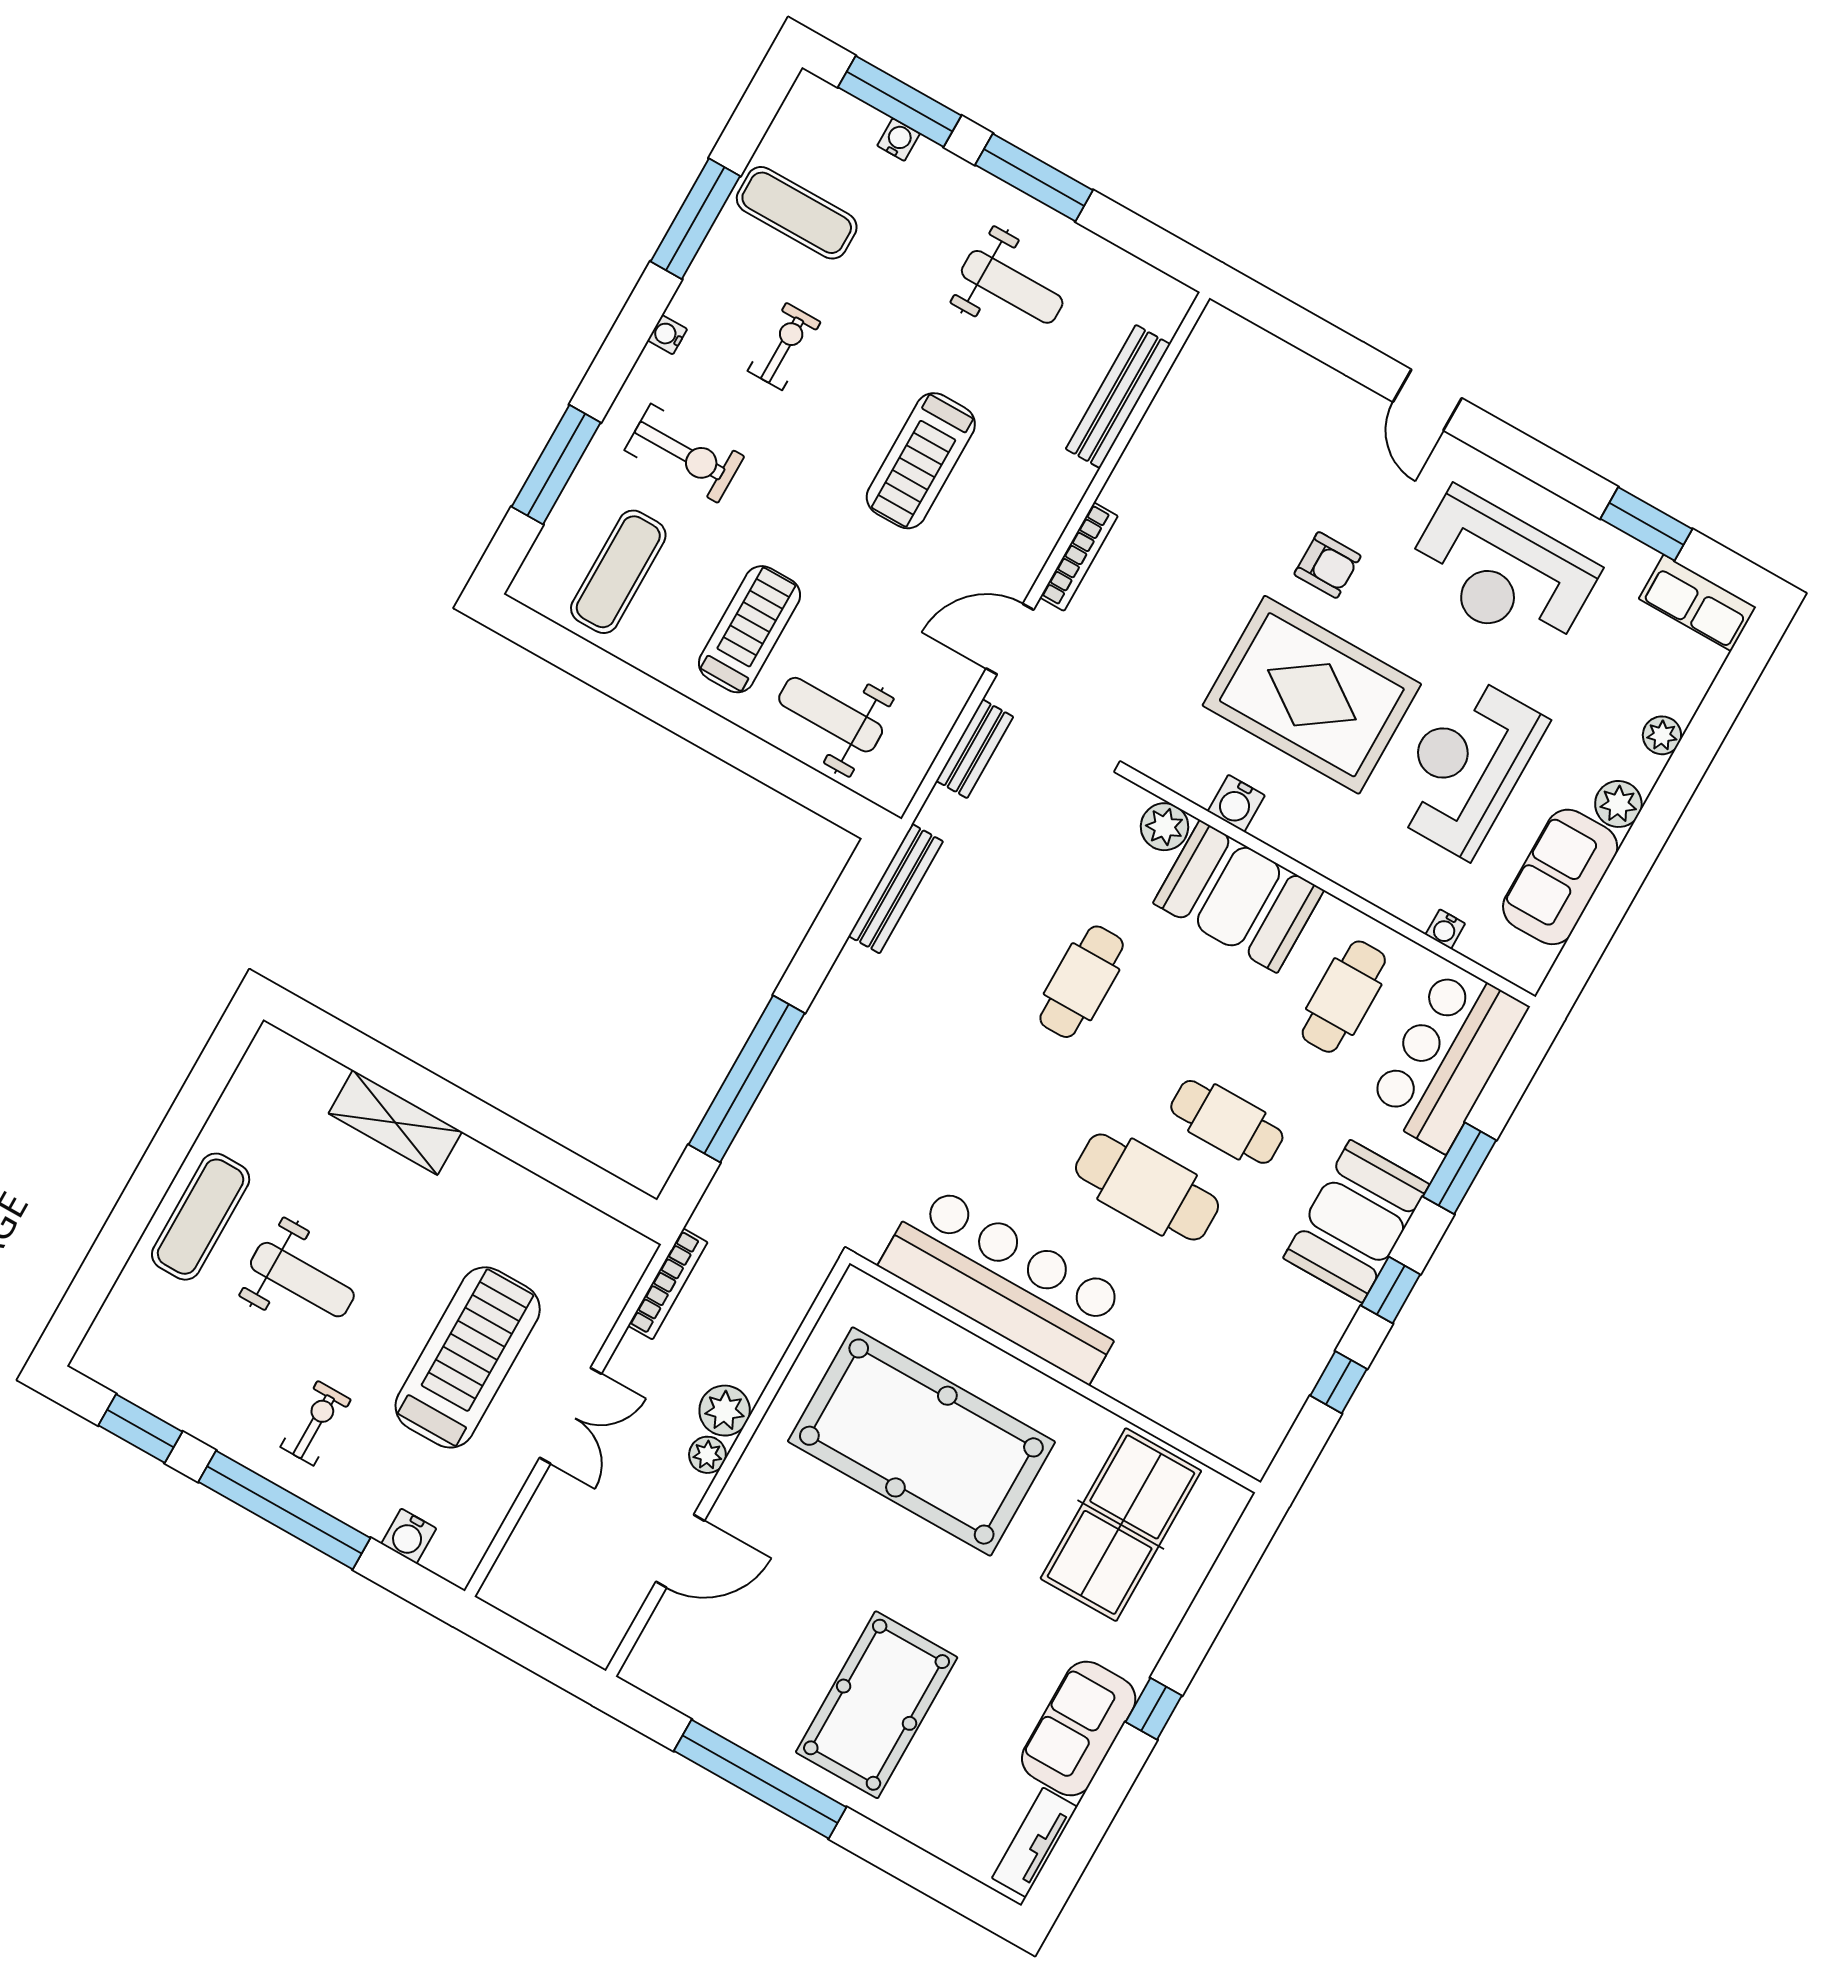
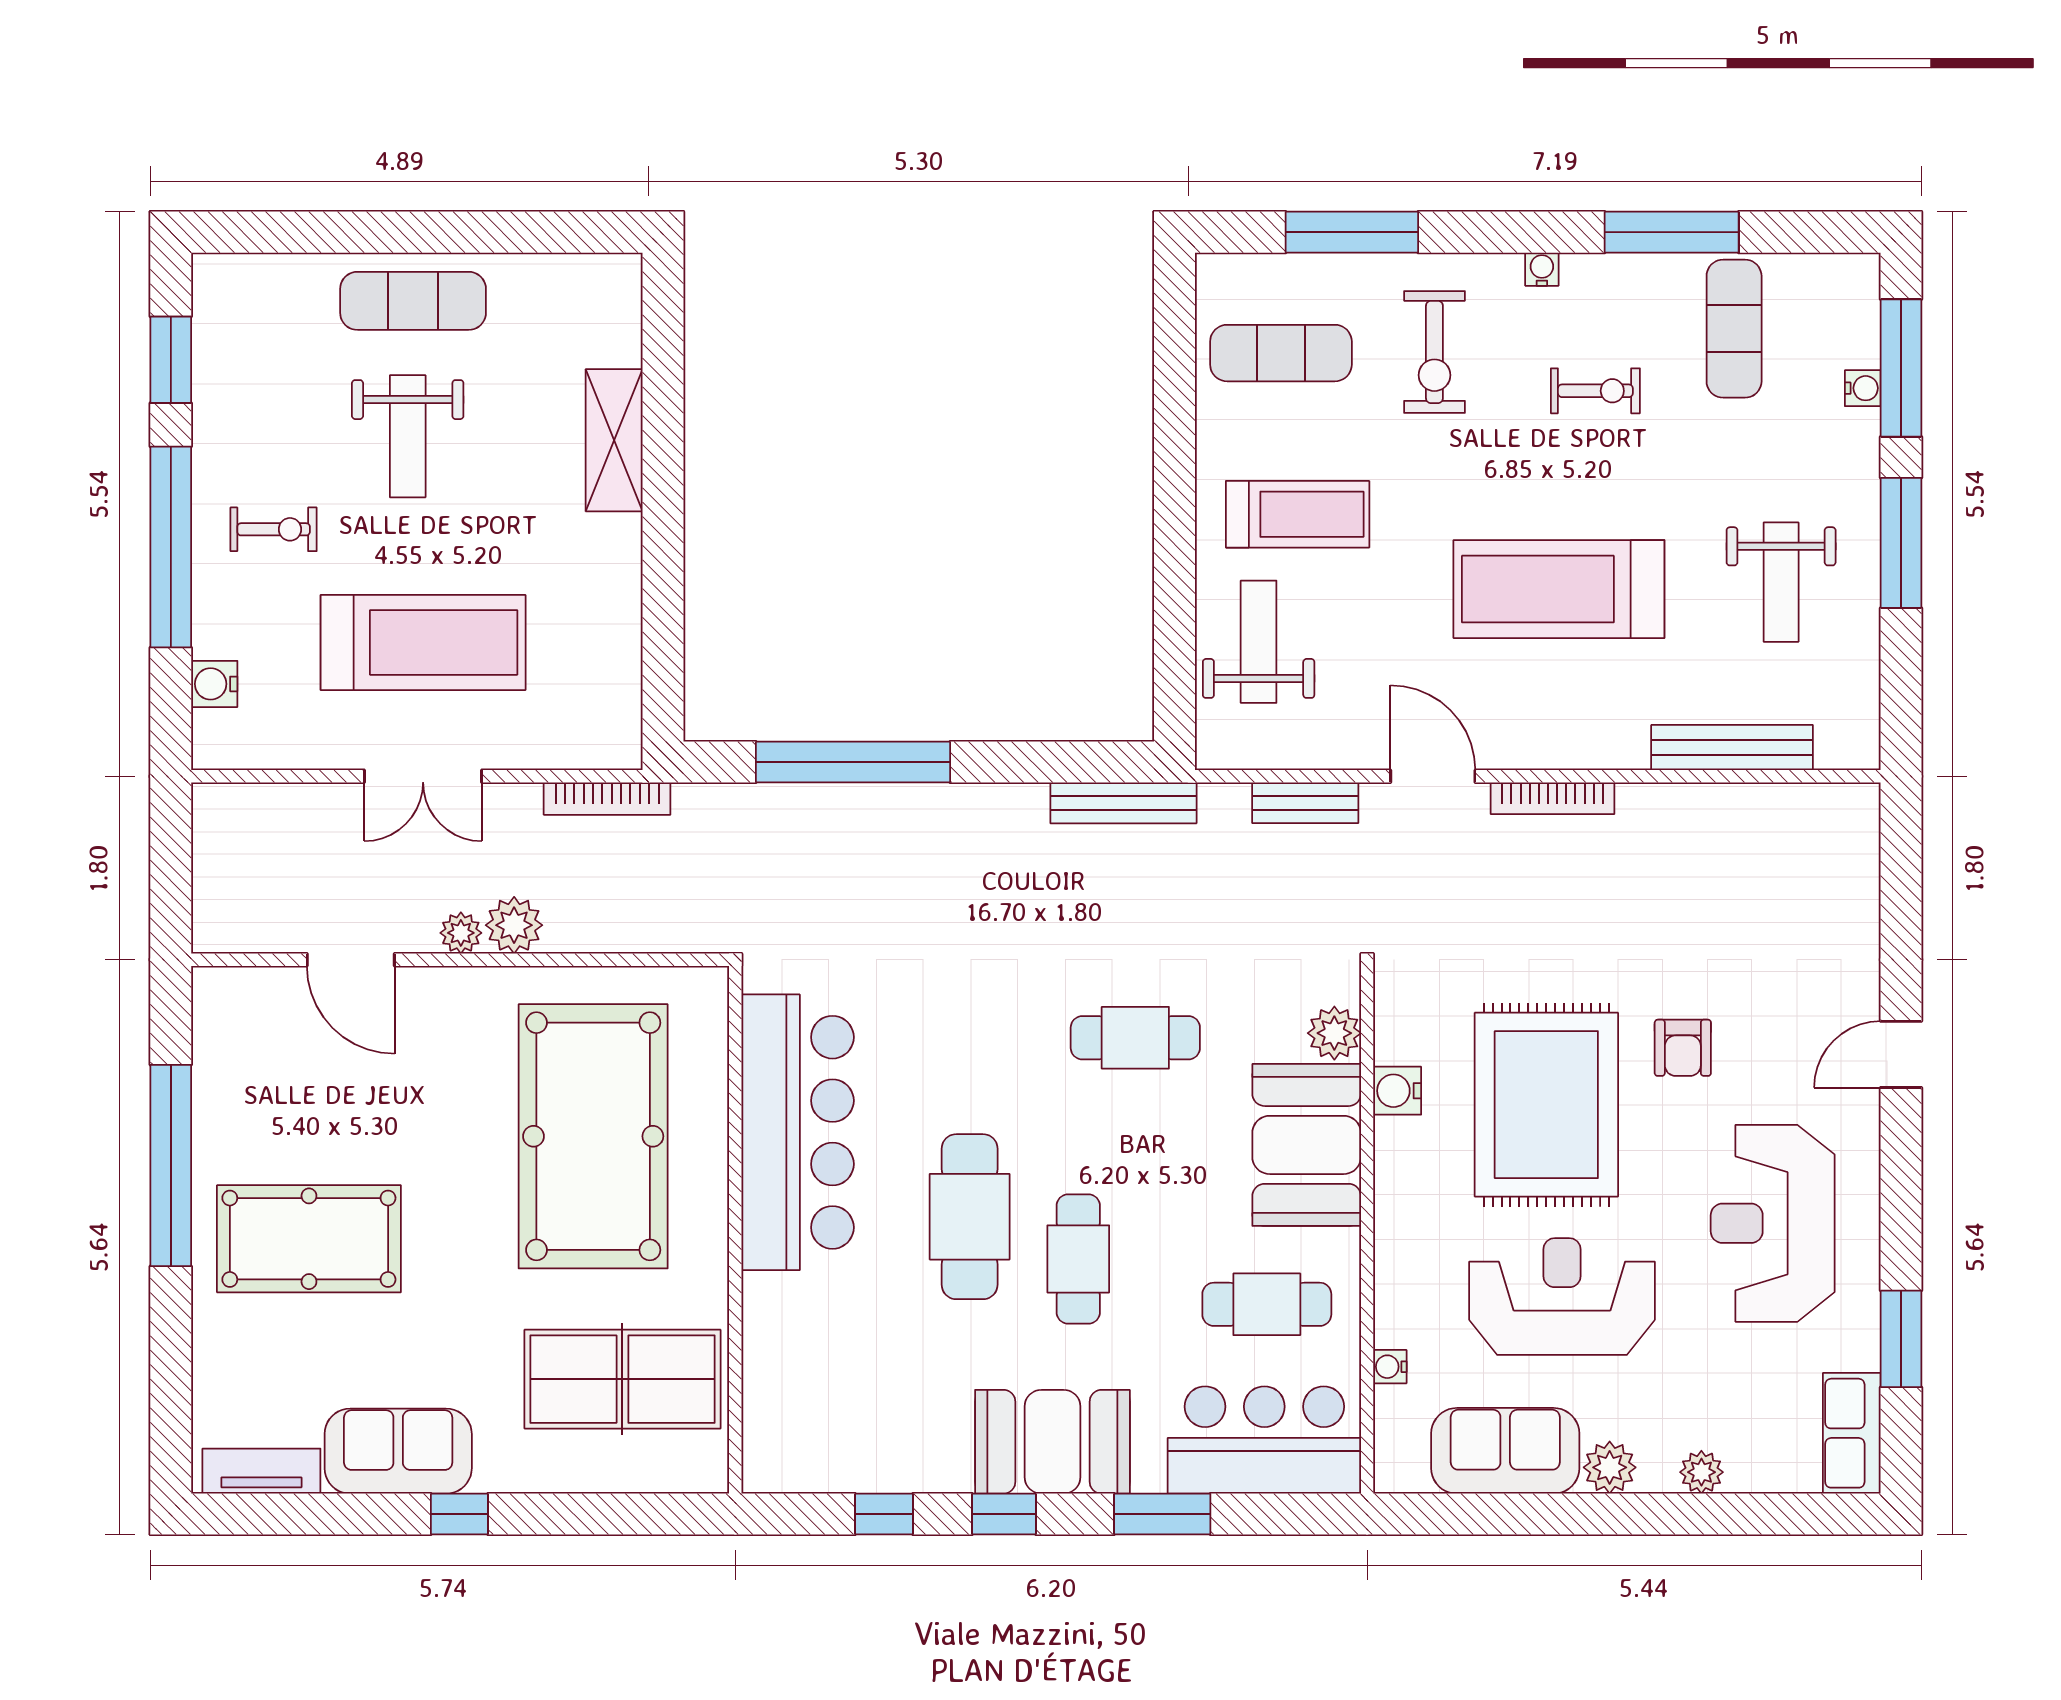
treadmill: (921, 461) -> (1559, 589), width x1.37, depth x1.38

